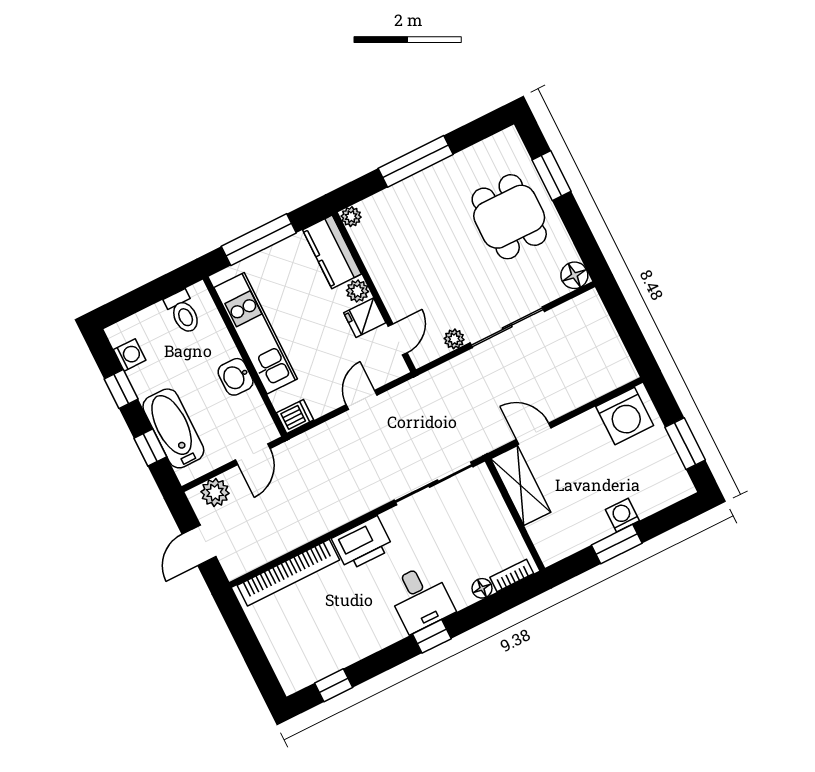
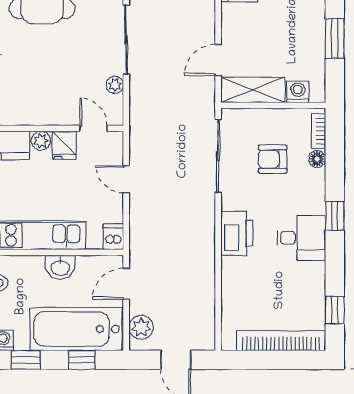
bathtub: (173, 428) -> (76, 329), width x1.36, depth x1.36
door: (253, 454) -> (126, 284), swing flipped
washing machine: (622, 515) -> (298, 92), moved, turned 90
armchair: (459, 542) -> (273, 159), added
bookcase: (288, 573) -> (281, 341), moved, turned -90
desk: (420, 598) -> (301, 238), moved

